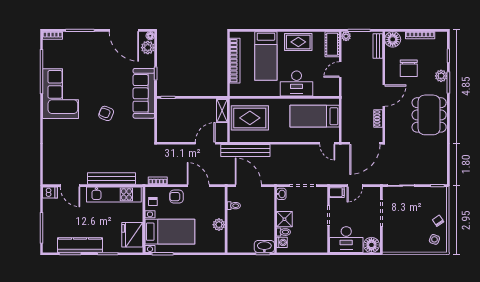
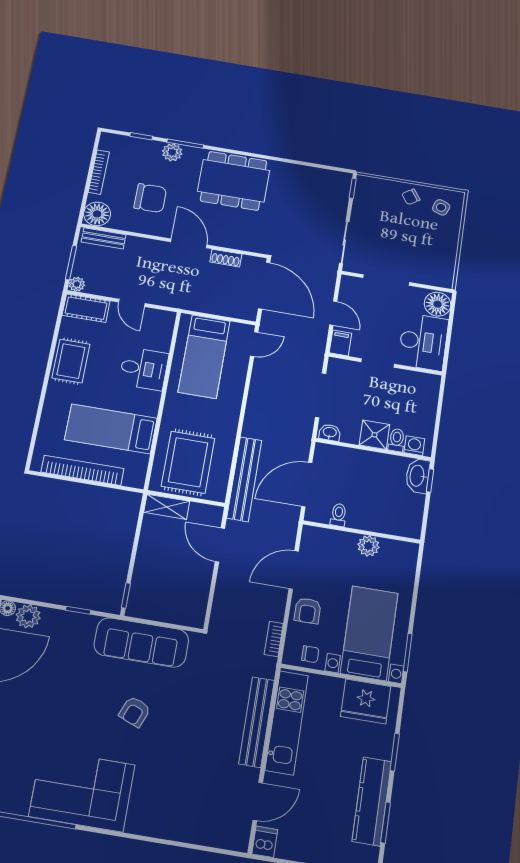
bed: (266, 56) -> (111, 429), moved, turned 180
desk: (297, 84) -> (144, 369), width x0.73
sofa: (144, 93) -> (141, 642), moved

